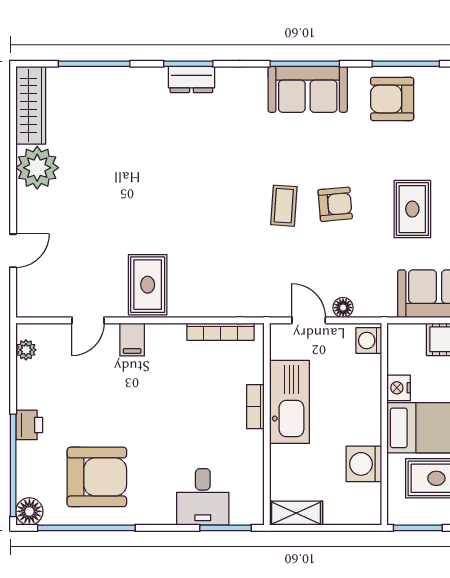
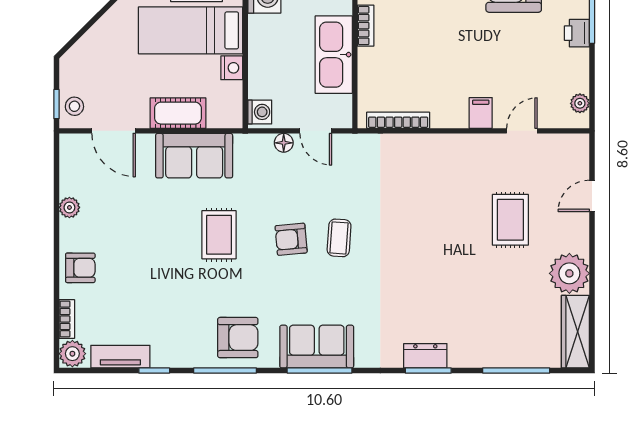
rug: (148, 285) -> (510, 220), moved
bookcase: (255, 407) -> (366, 26), moved

